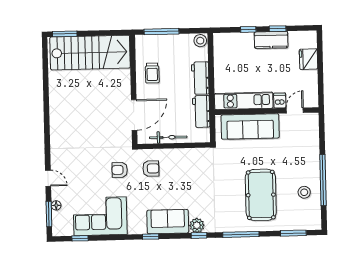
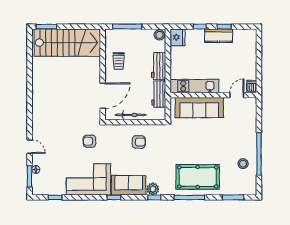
fridge: (308, 59) -> (178, 37), moved, turned 180
dishwasher: (280, 101) -> (252, 87), moved
armchair: (151, 168) -> (139, 142), moved
pool table: (261, 195) -> (198, 177), moved, turned 90
corner sofa: (100, 216) -> (88, 179), moved

